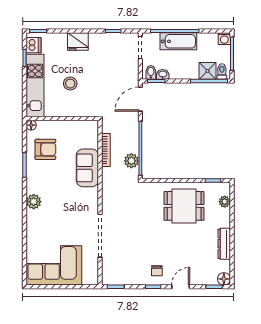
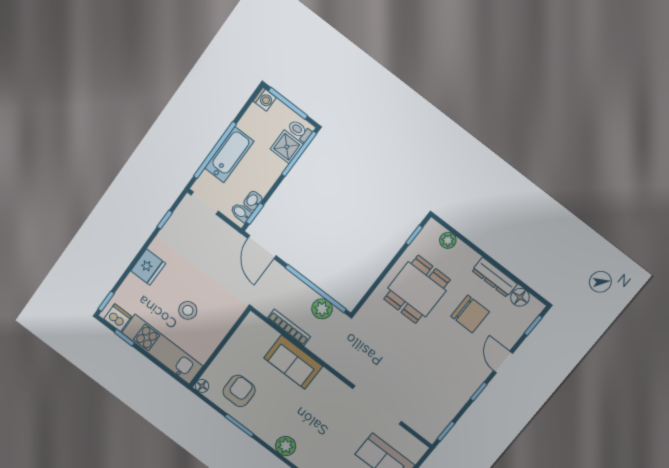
chair: (157, 271) -> (470, 314), moved, width x1.87, depth x1.87
floor lamp: (224, 279) -> (520, 297), moved

